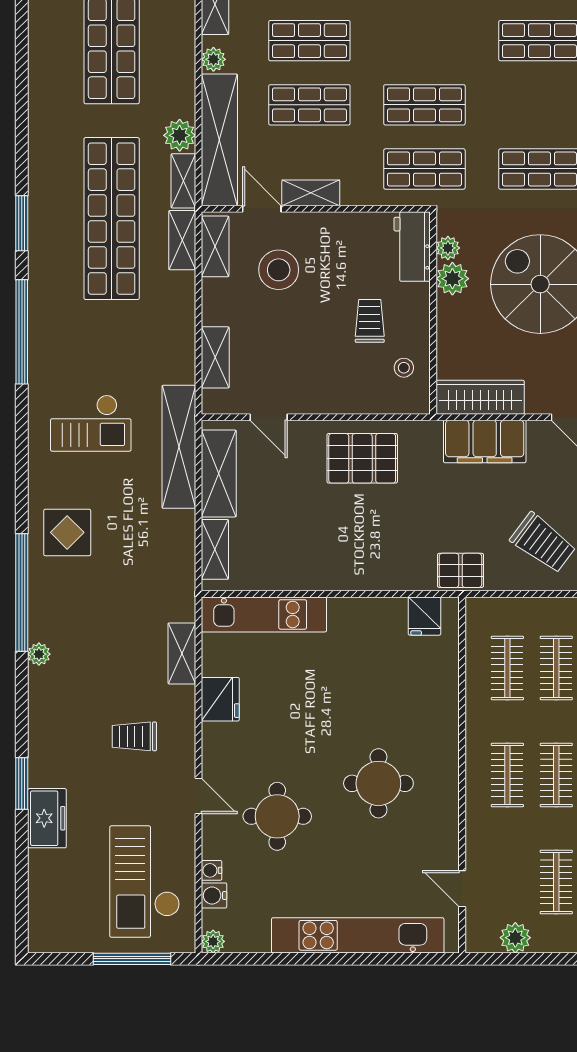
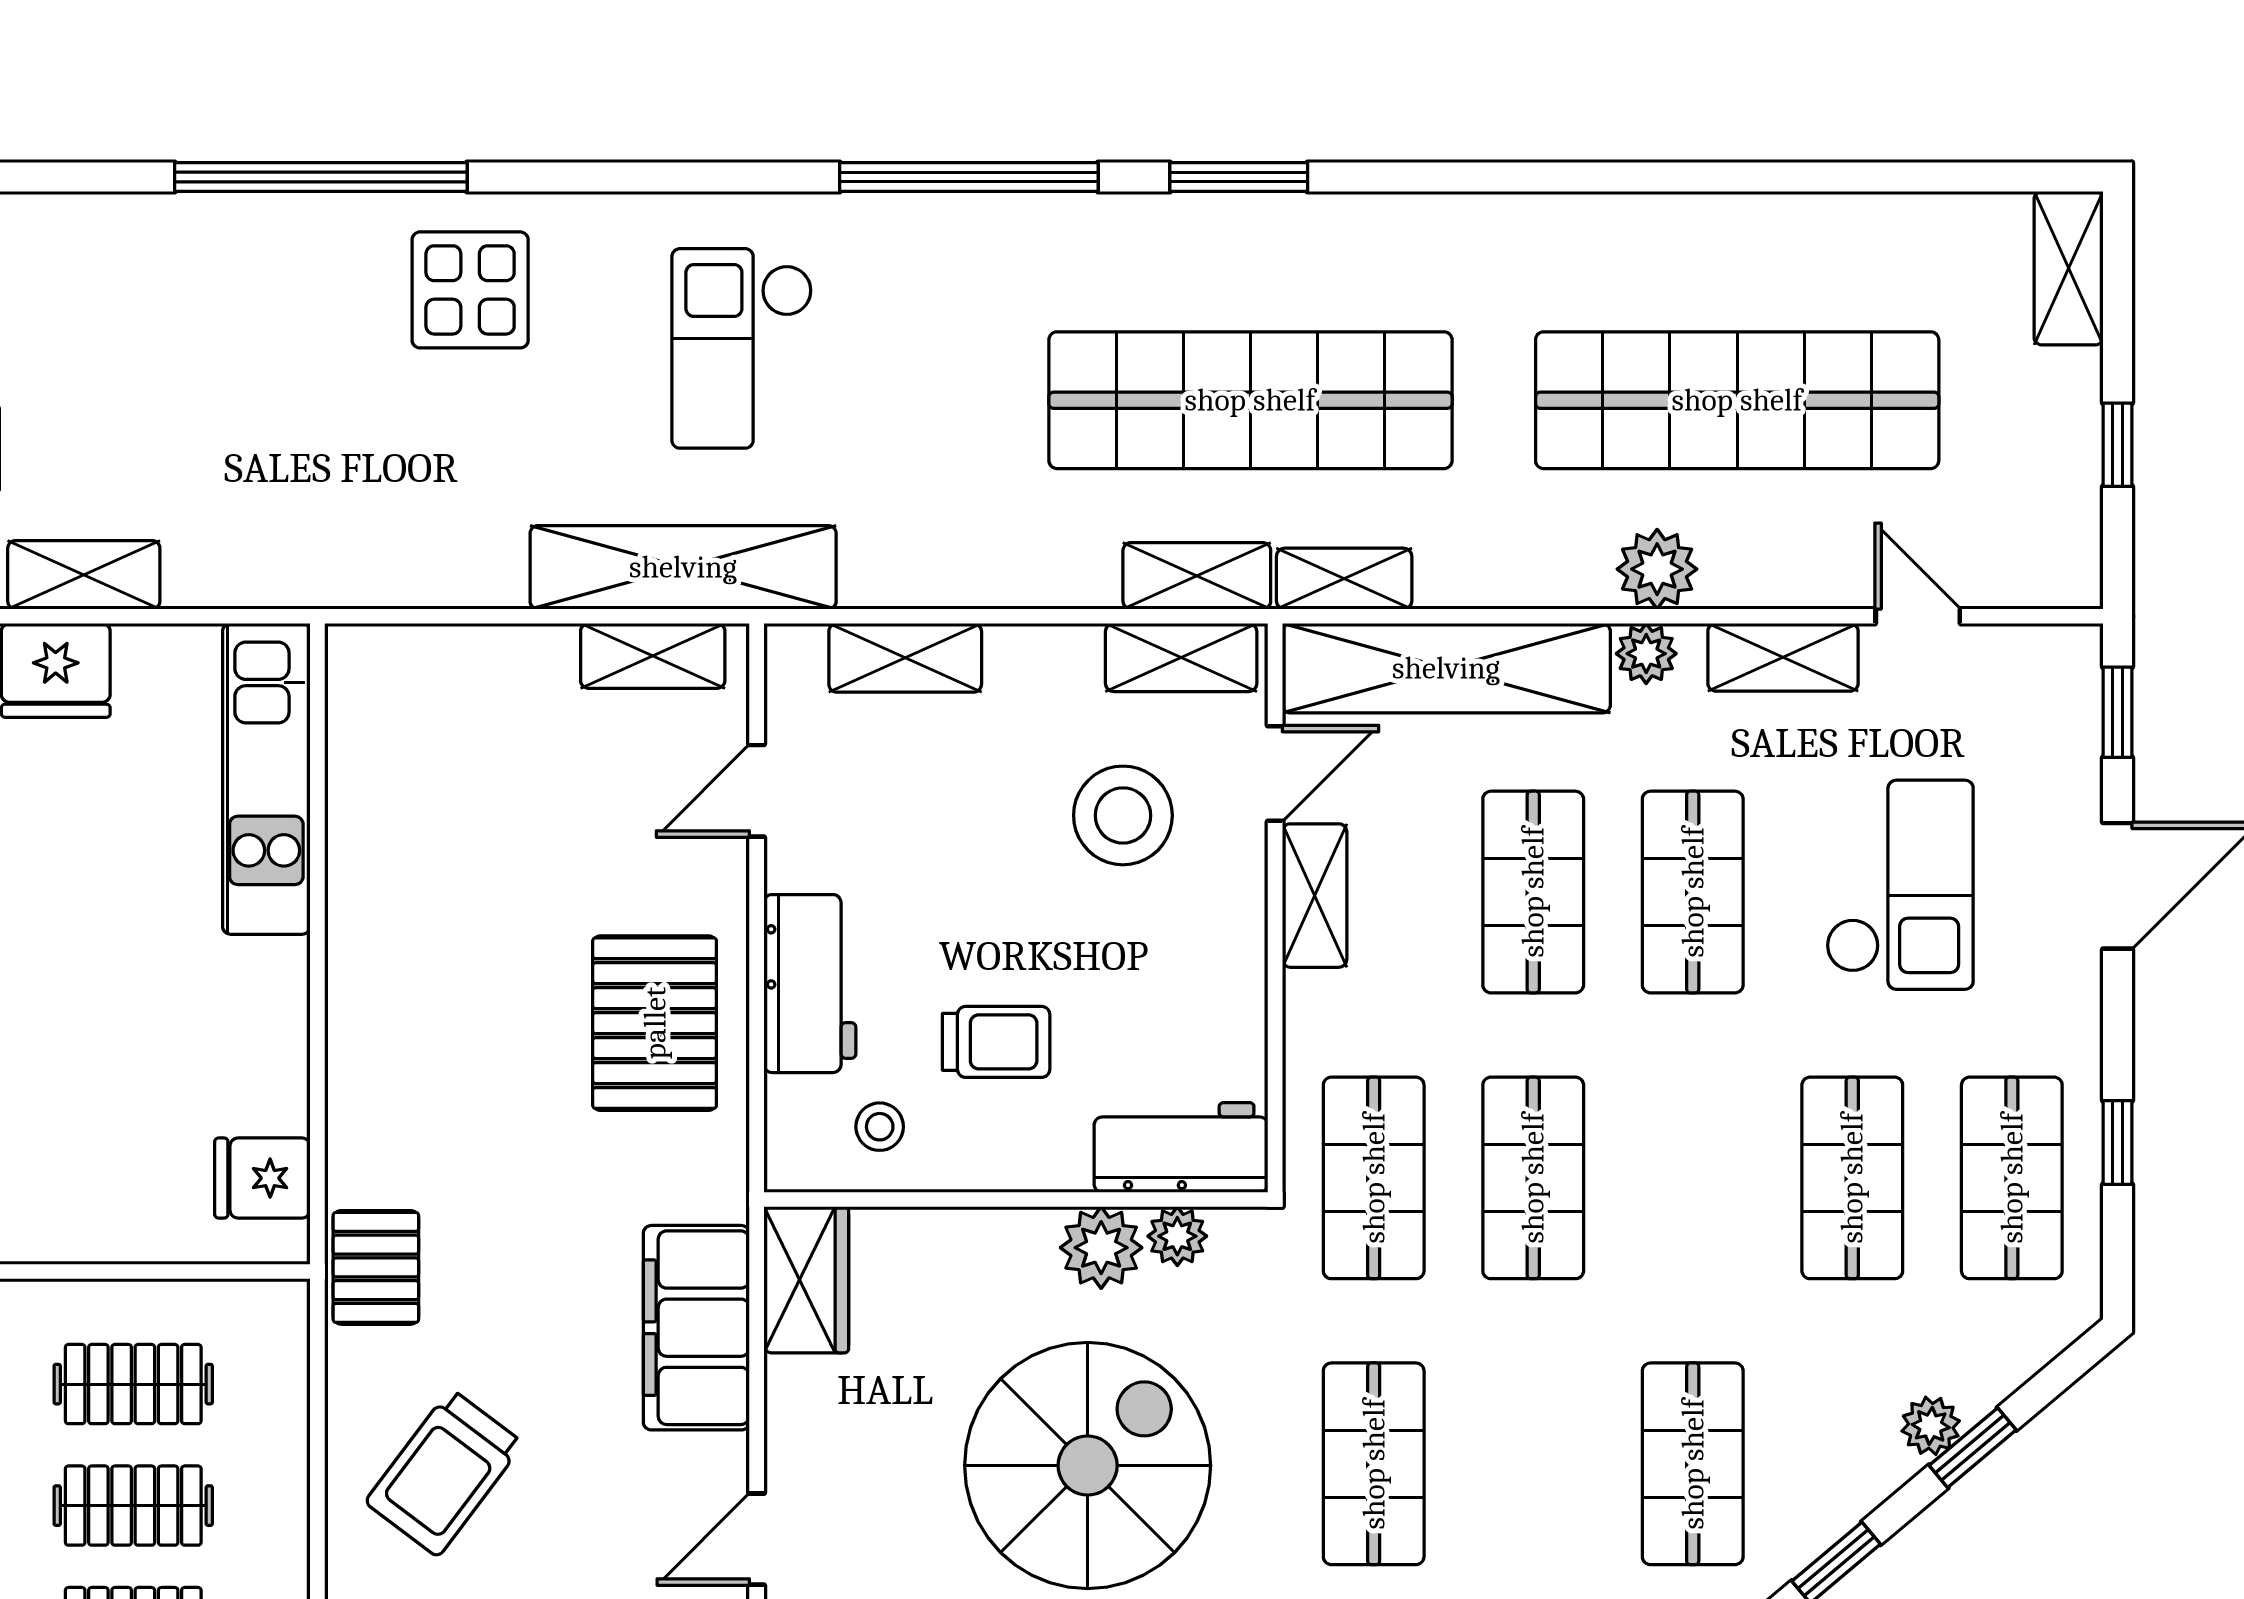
plant: (180, 135) -> (1657, 569), moved
workbench: (346, 396) -> (810, 984), added
wardrobe: (480, 397) -> (806, 1280), width x0.67
shelving: (219, 474) -> (653, 656), width x0.67, depth x0.75
shelving: (215, 549) -> (428, 657), removed
shelving: (182, 653) -> (84, 575), moved
plant: (39, 654) -> (168, 220), removed

